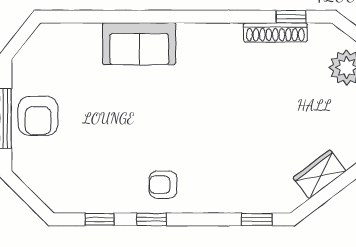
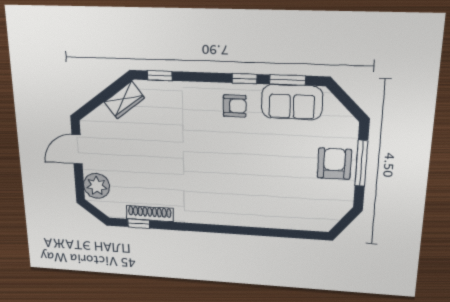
sofa: (139, 44) -> (292, 102), moved, turned 180
wardrobe: (320, 174) -> (124, 100), moved
window: (99, 219) -> (287, 80), width x1.50

